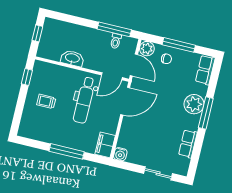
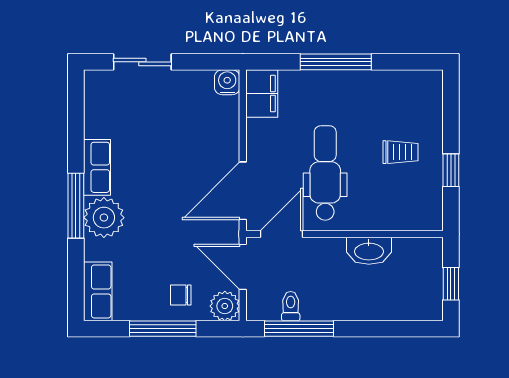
window: (27, 77) -> (451, 170), moved
row of seats: (188, 144) -> (97, 167), moved

